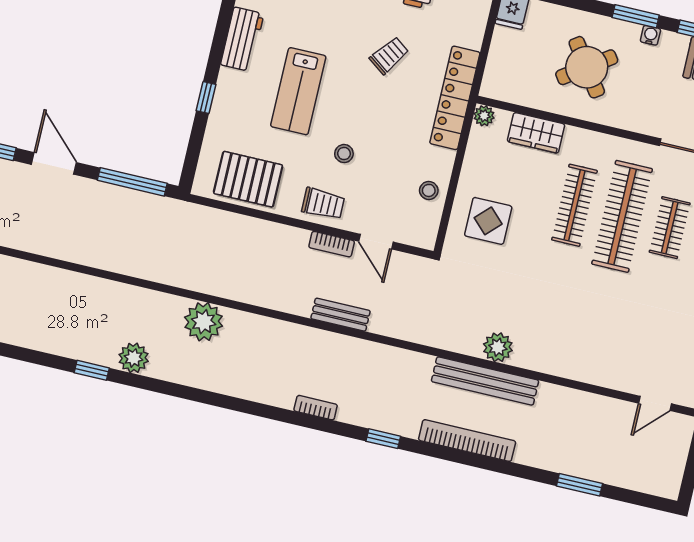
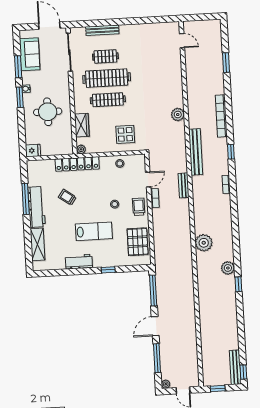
round table: (587, 67) -> (48, 112), turned 35
bench: (485, 381) -> (196, 152), moved

